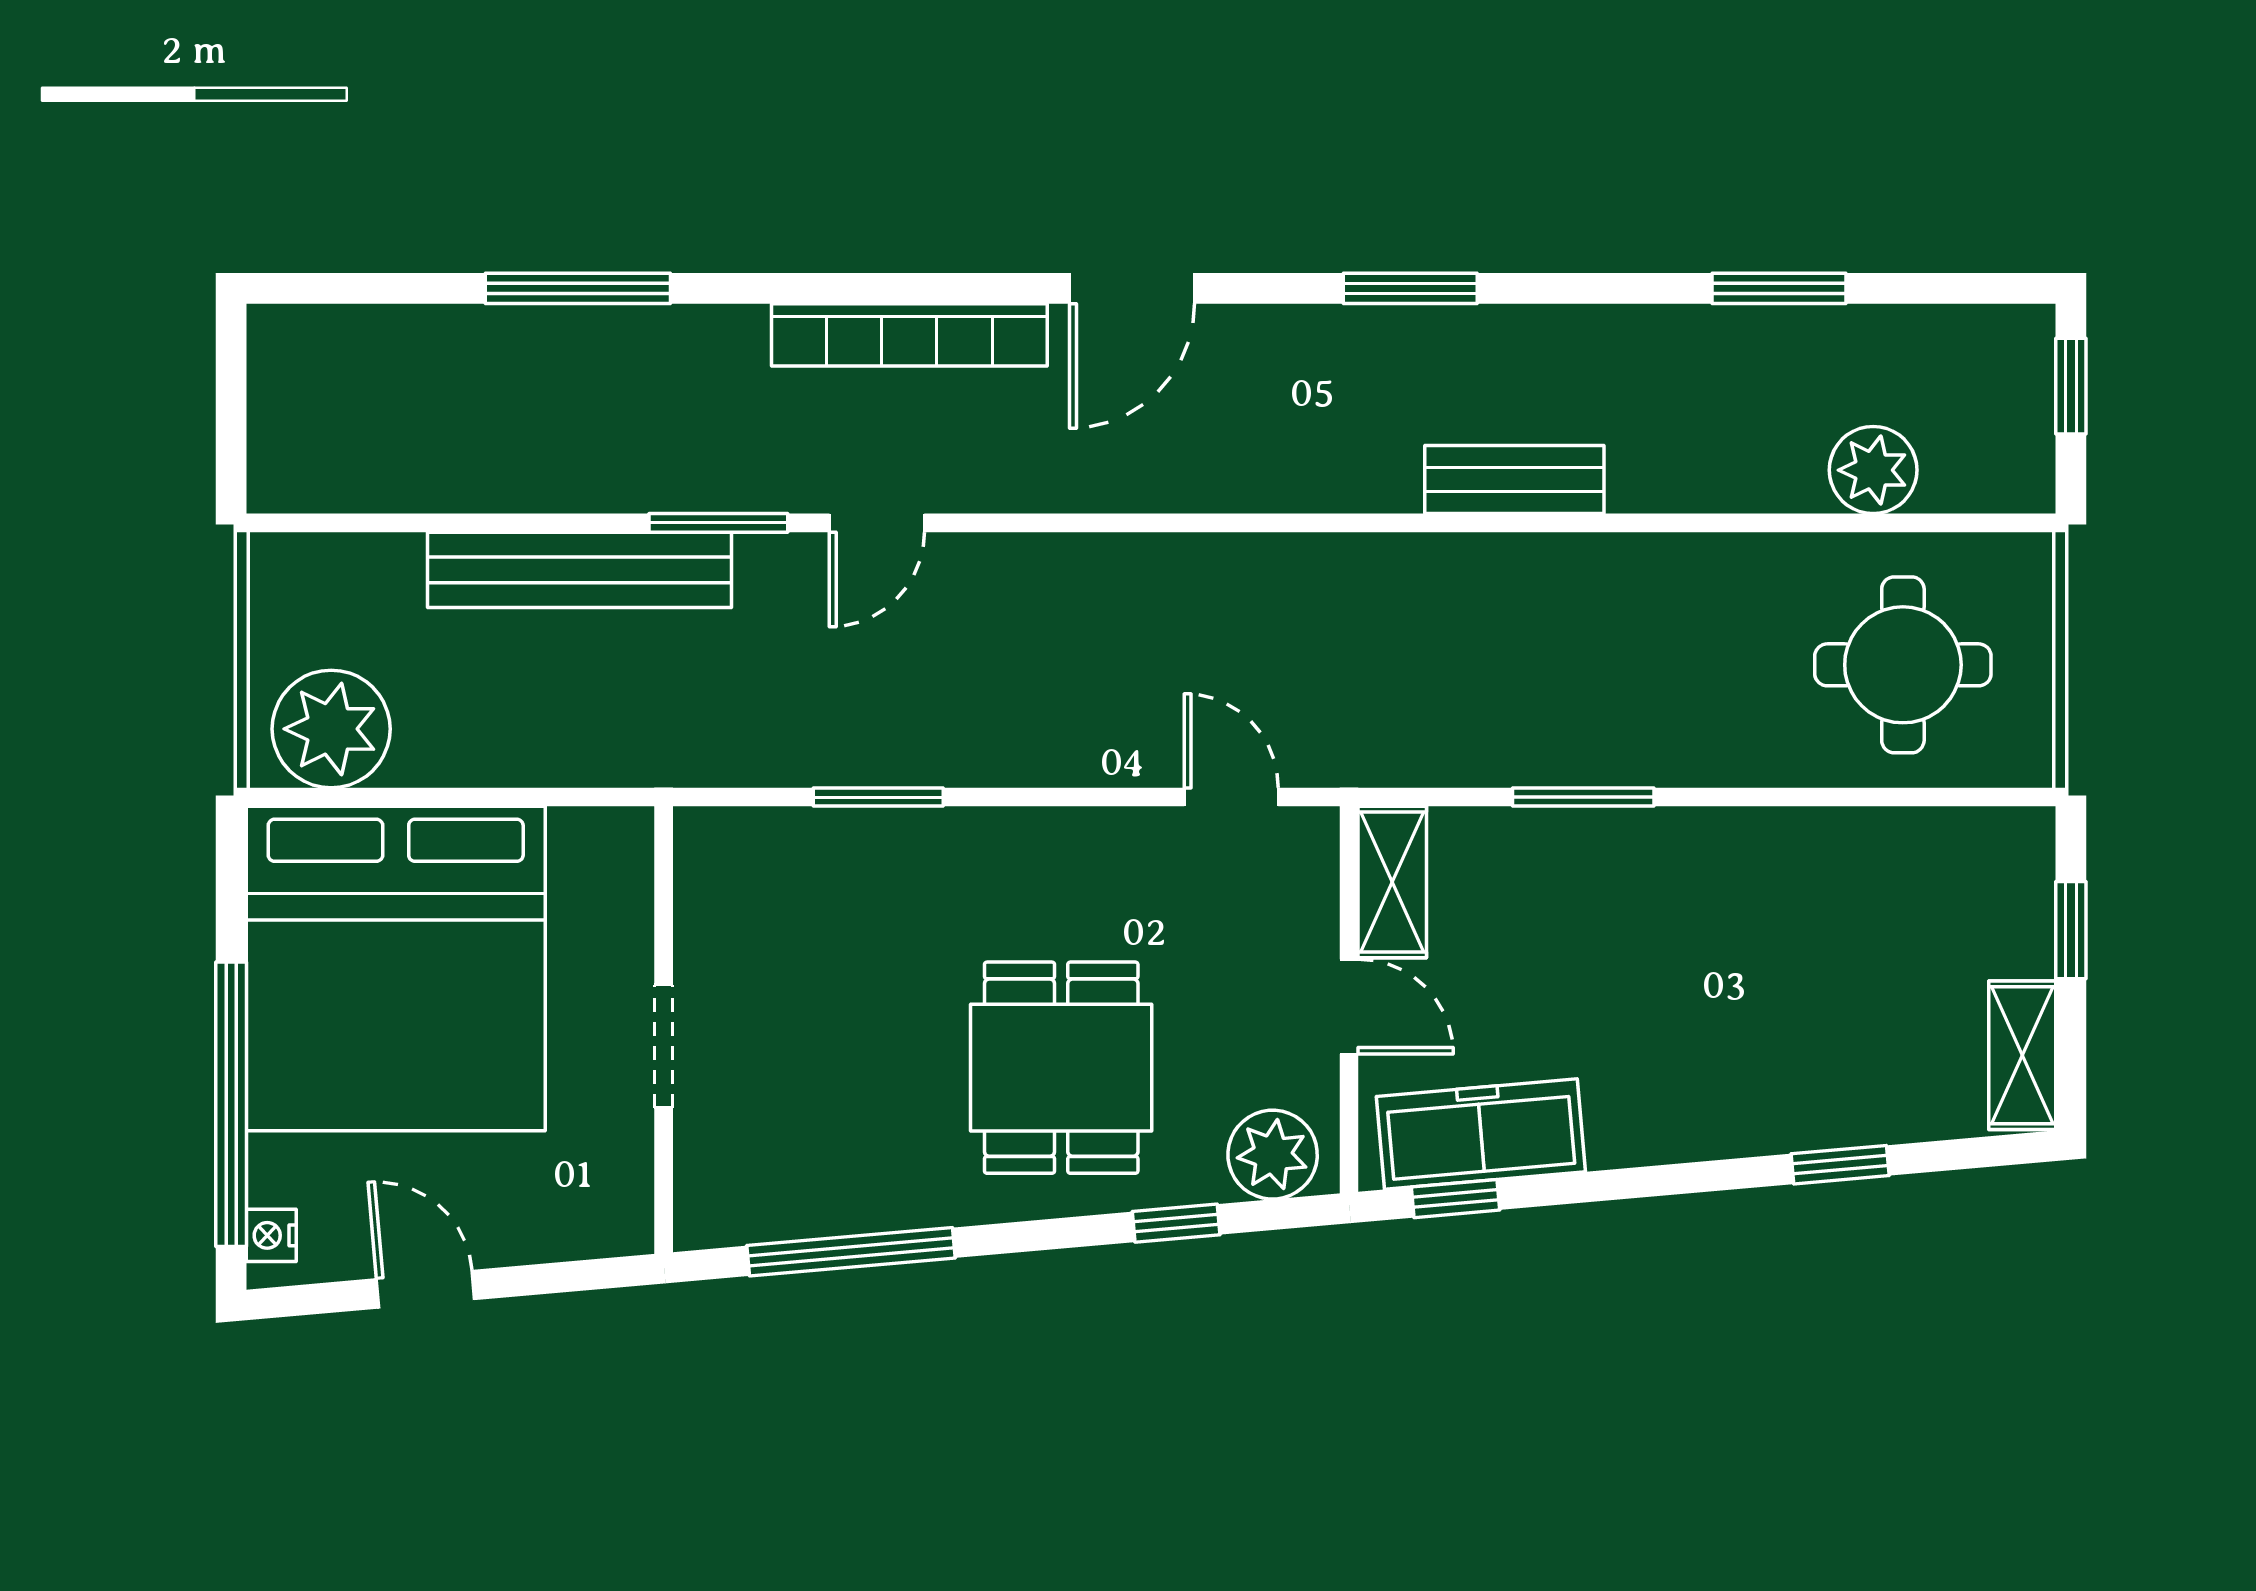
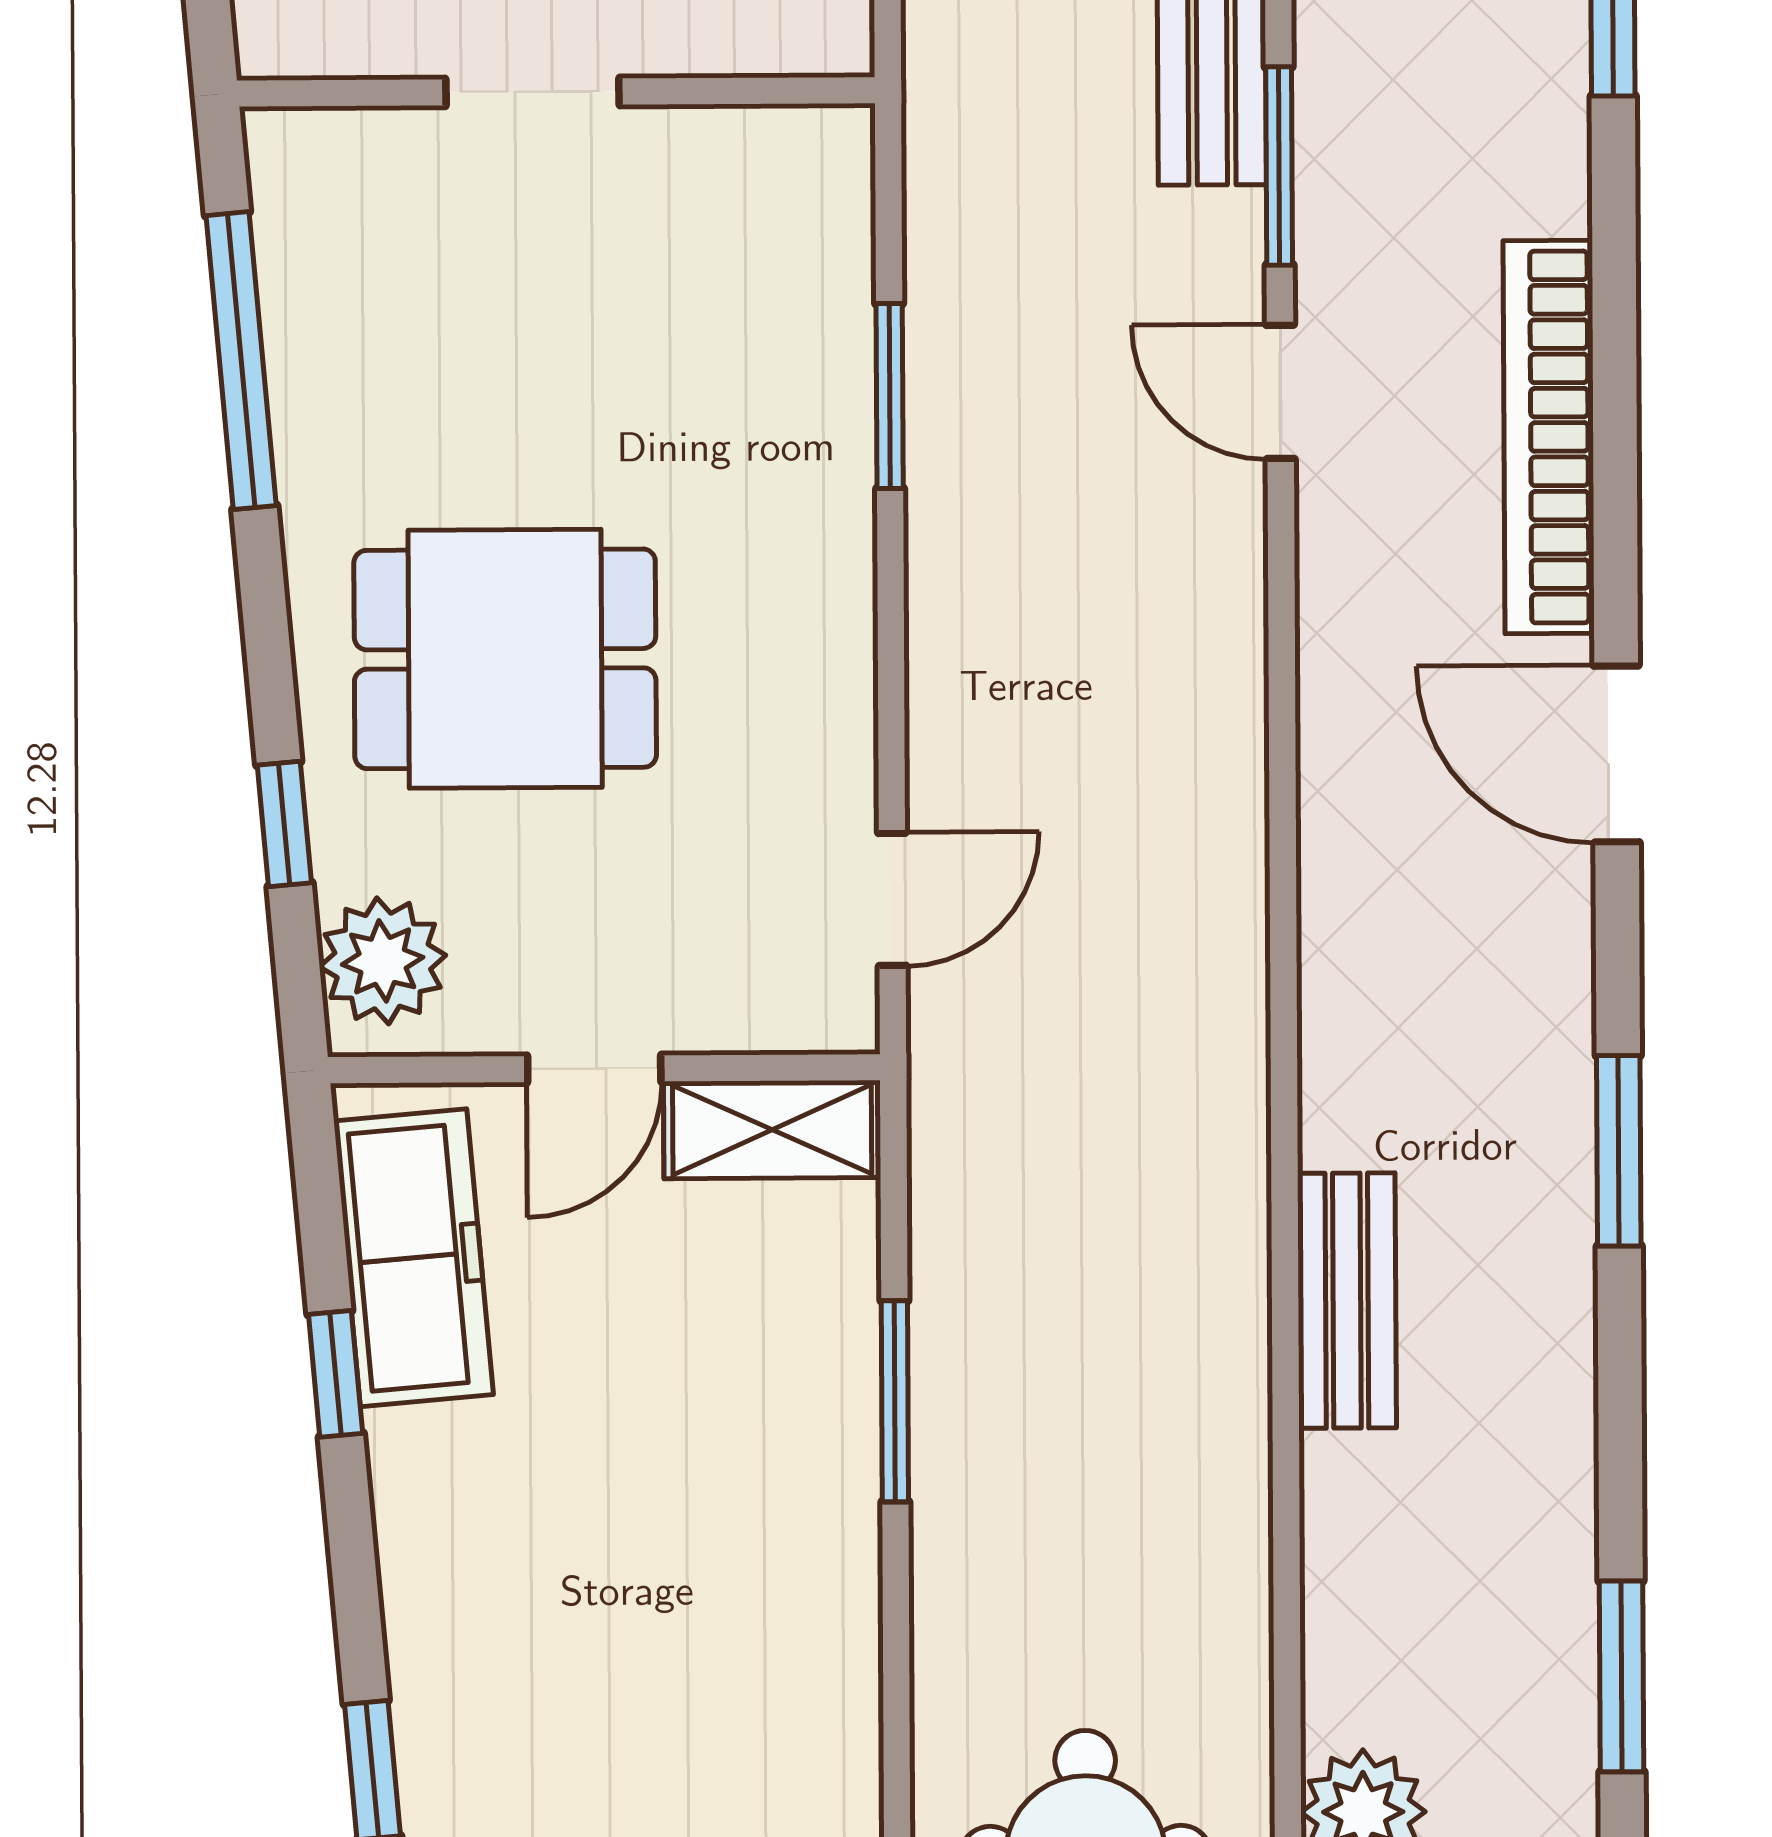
window: (1456, 1199) -> (336, 1374), moved

